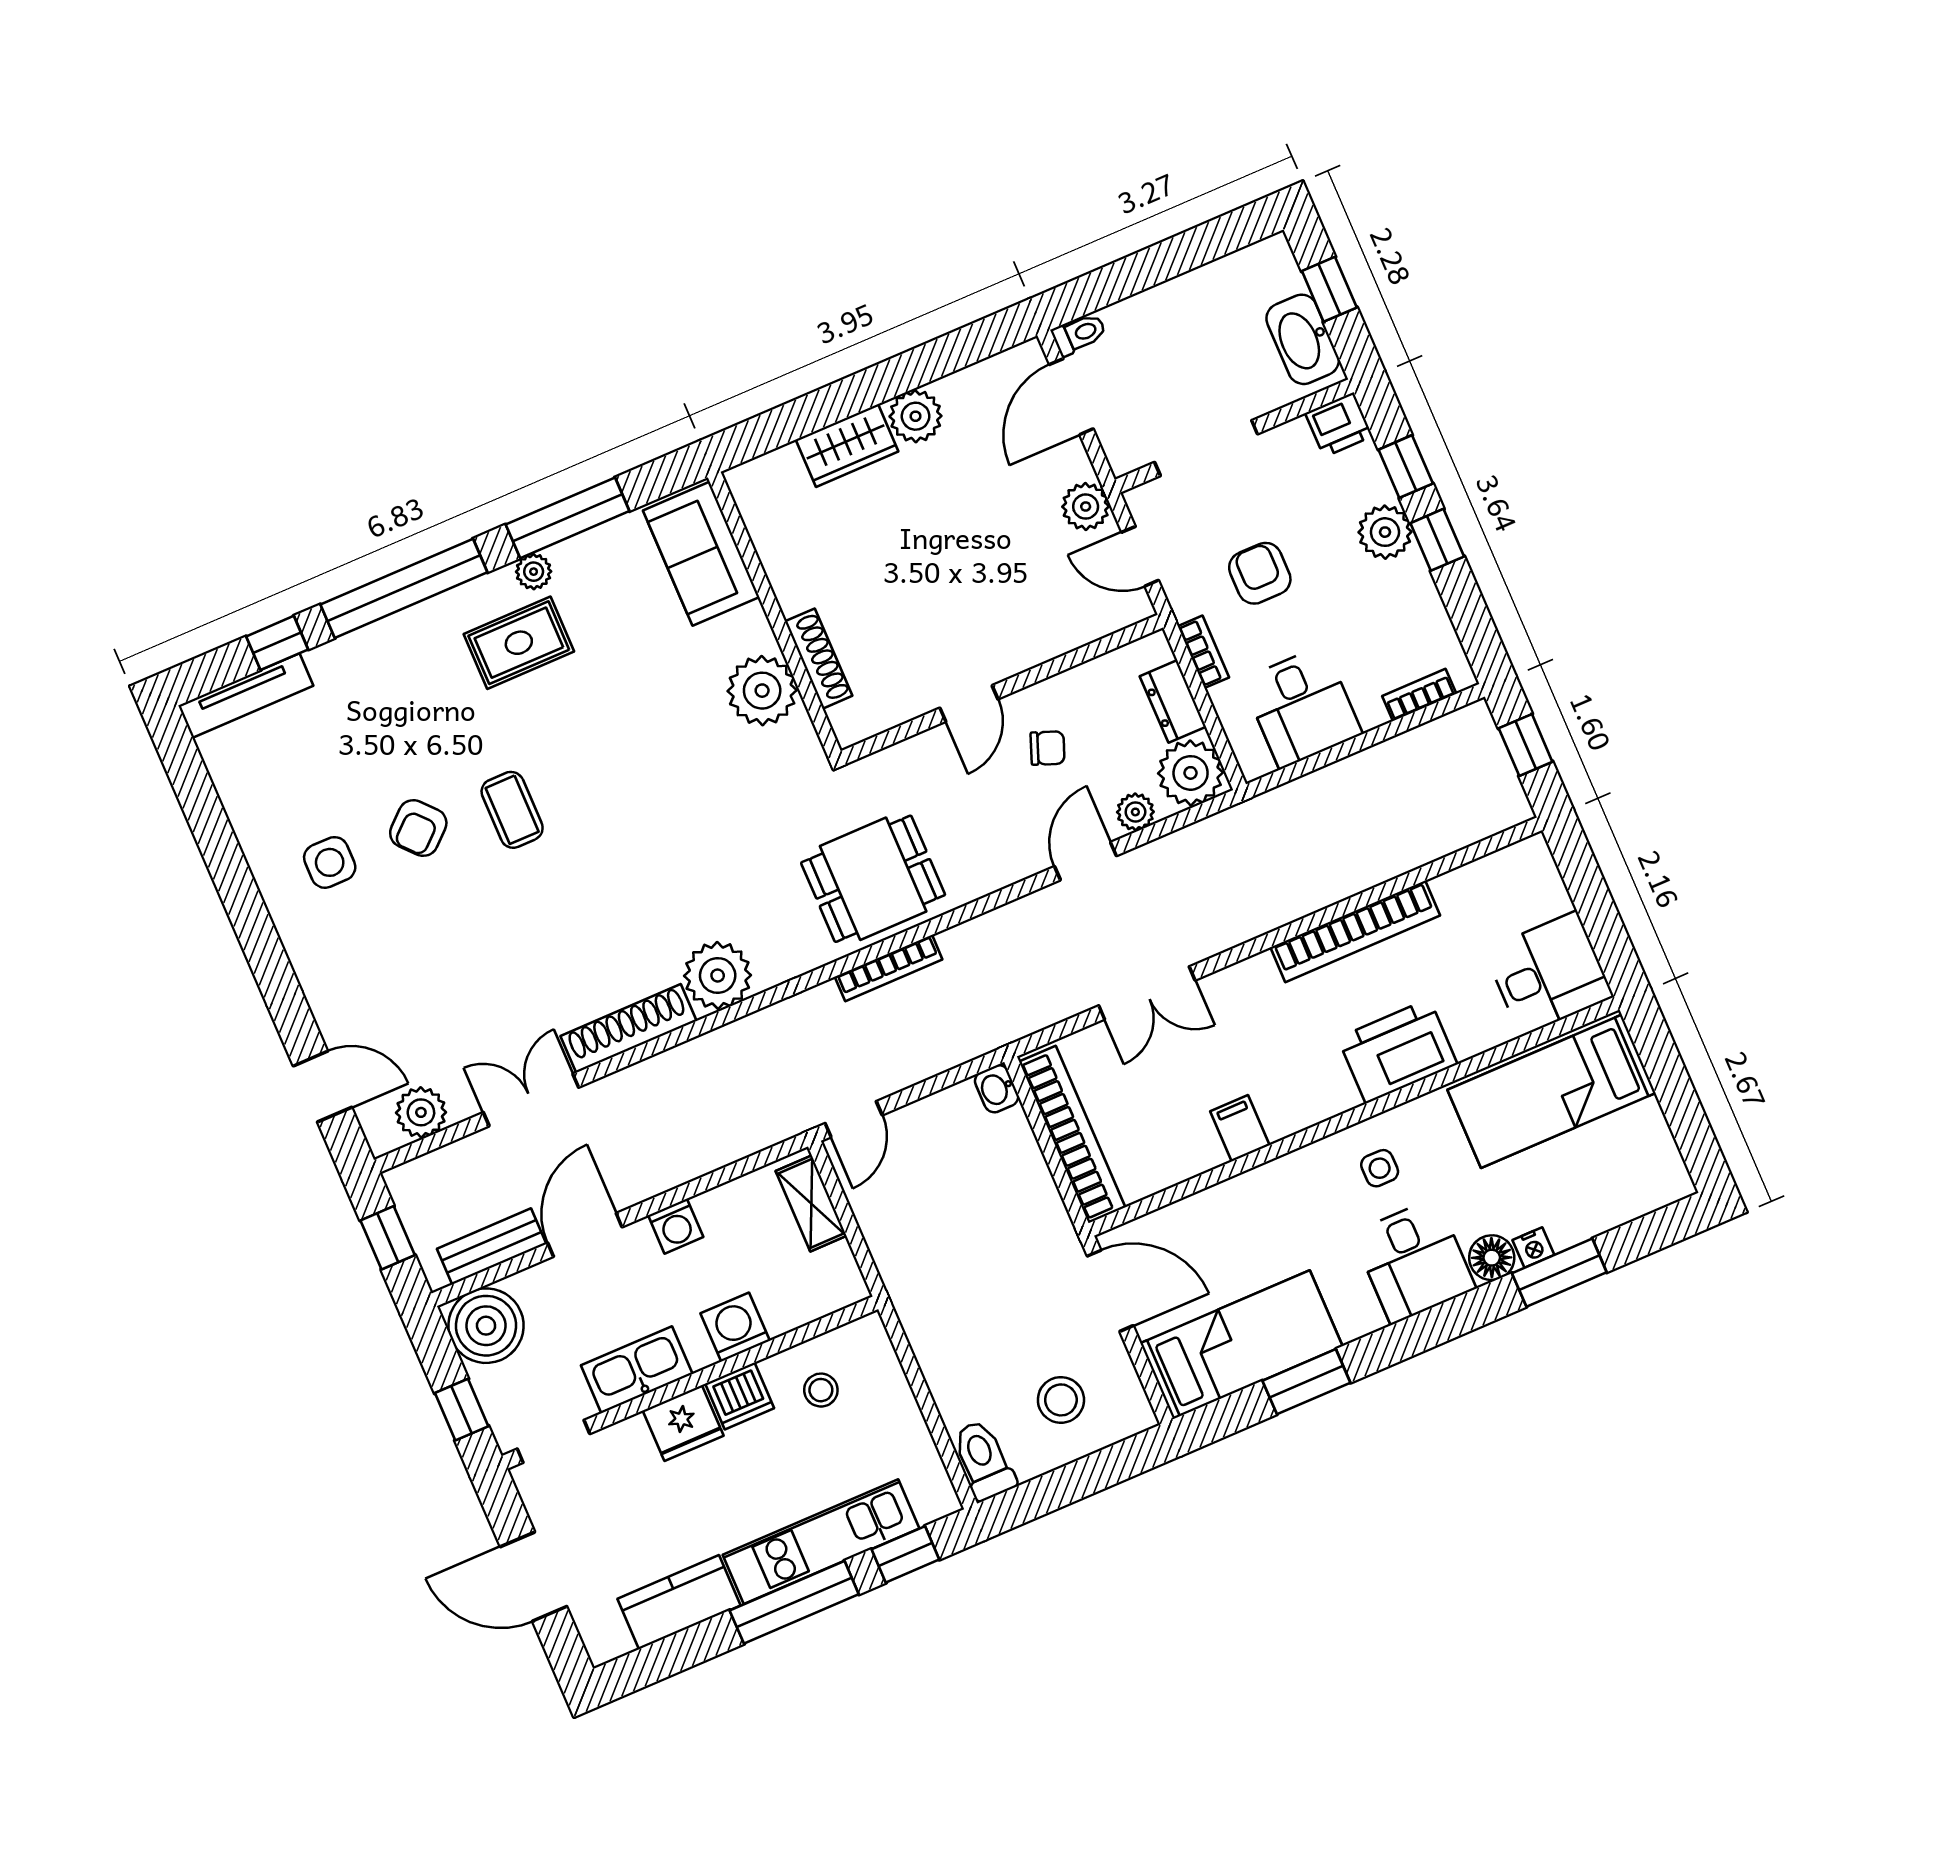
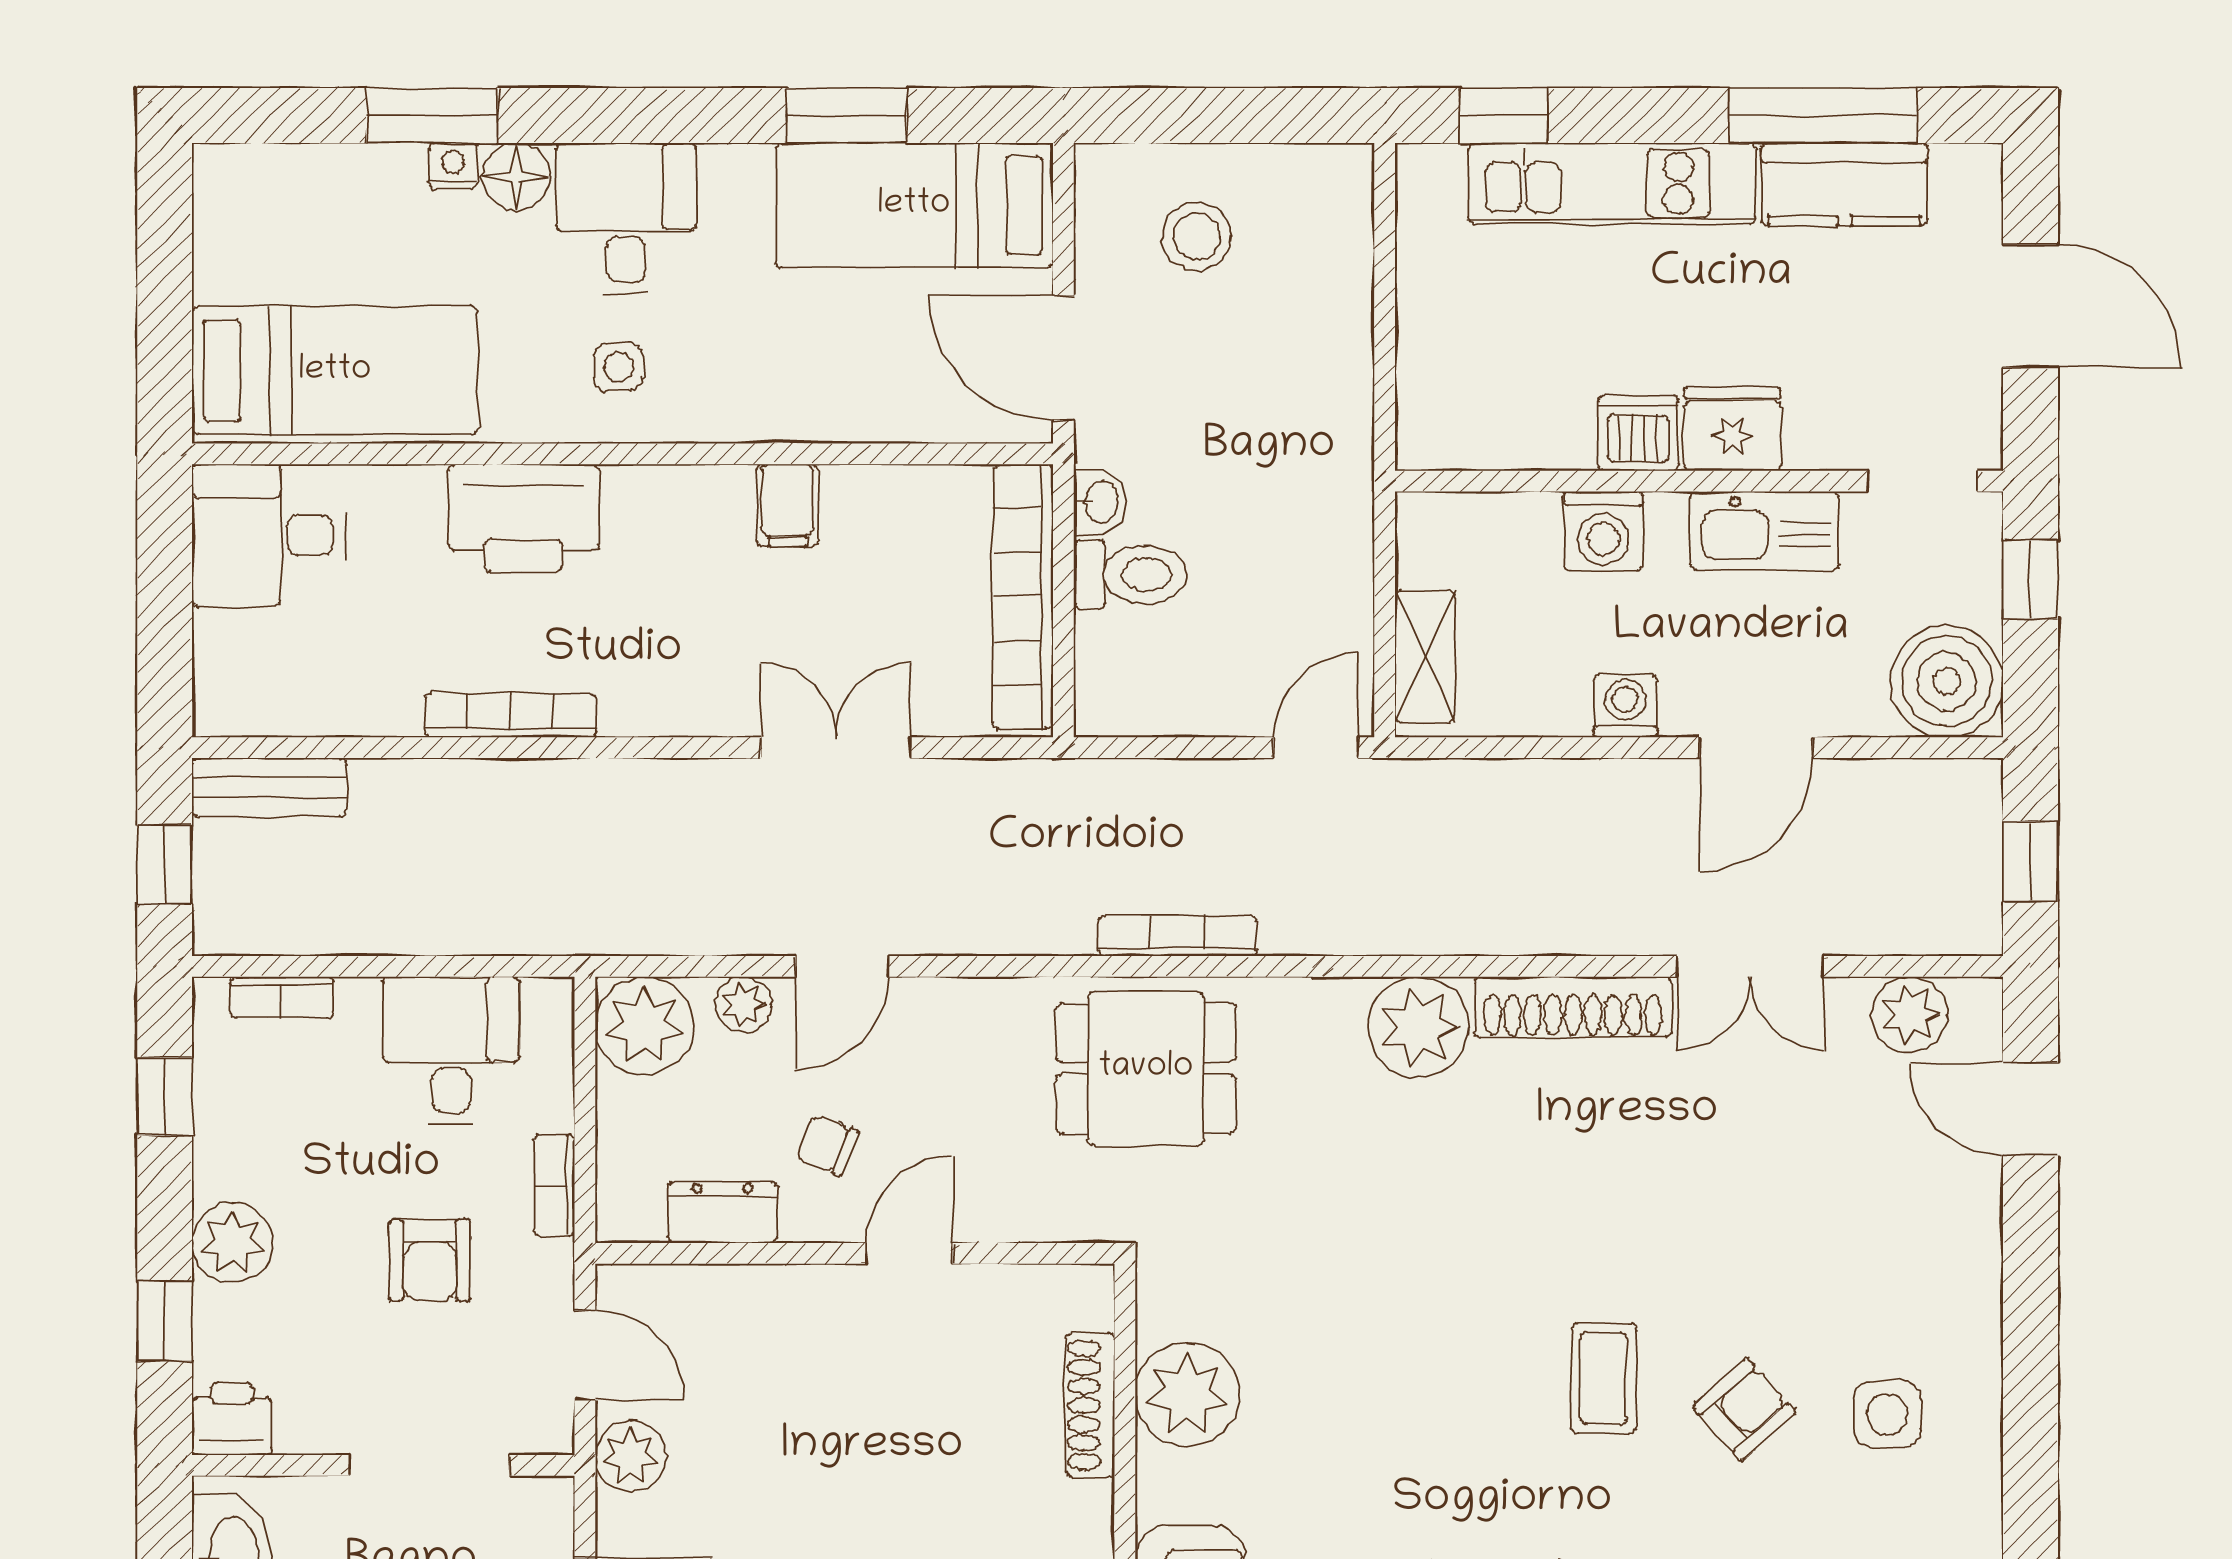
window: (1437, 540) -> (165, 1097), moved
dresser: (1173, 701) -> (722, 1212), moved, turned -90
bookcase: (1355, 931) -> (511, 716), width x0.68, depth x0.76
washbasin: (997, 1089) -> (1100, 502), moved
bench: (492, 1246) -> (269, 787), moved
stool: (821, 1390) -> (1522, 393), removed
toilet: (984, 1460) -> (1130, 575), moved, turned -90
window: (794, 1602) -> (1823, 115), moved

